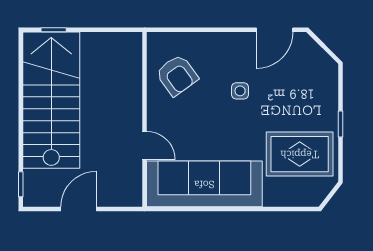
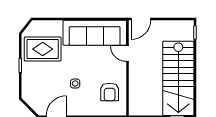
armchair: (177, 75) -> (110, 92), turned -144
door: (79, 209) -> (141, 19), moved

